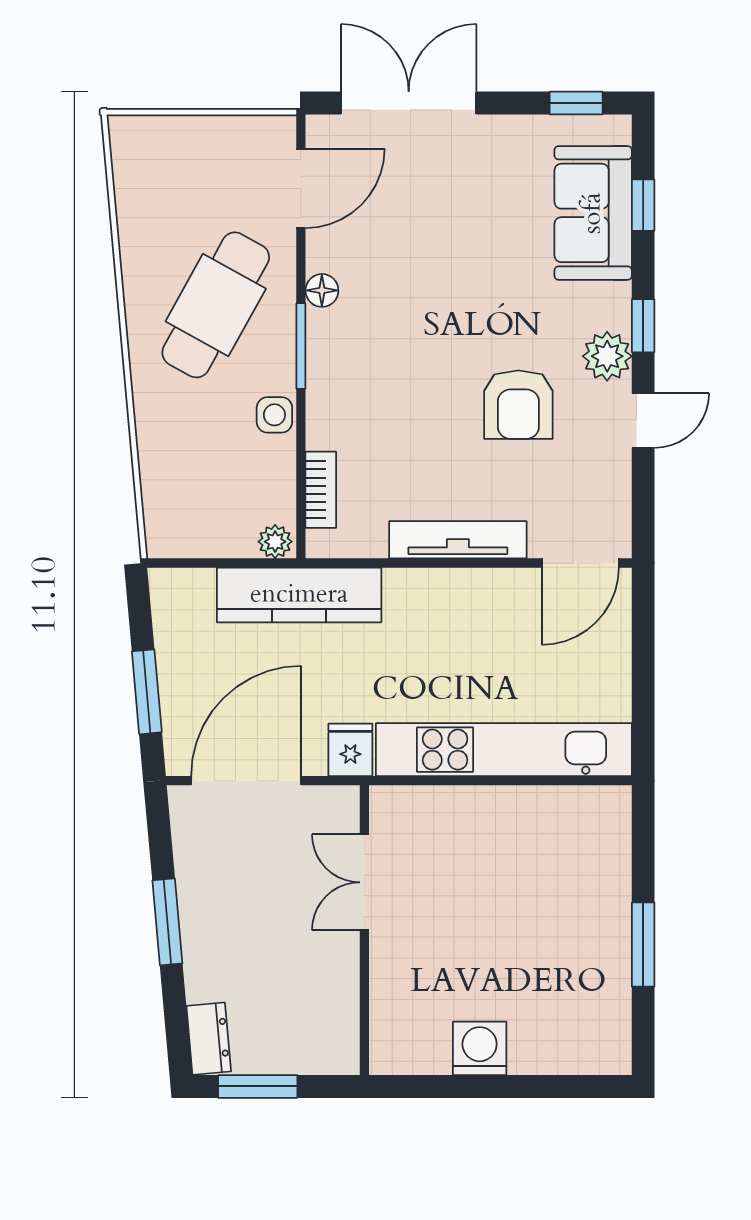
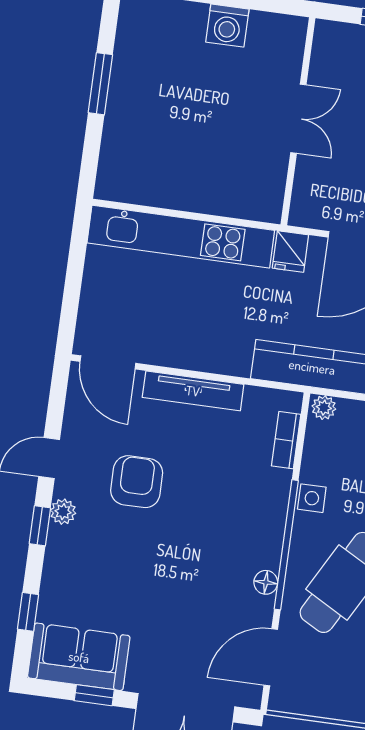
window: (576, 103) -> (94, 695), moved
sofa: (593, 213) -> (79, 657), moved, turned -90
window: (301, 346) -> (286, 545), width x2.11
plant: (607, 356) -> (63, 512), width x0.73, depth x0.73
door: (580, 563) -> (108, 362), swing flipped
double door: (364, 882) -> (298, 119), moved

